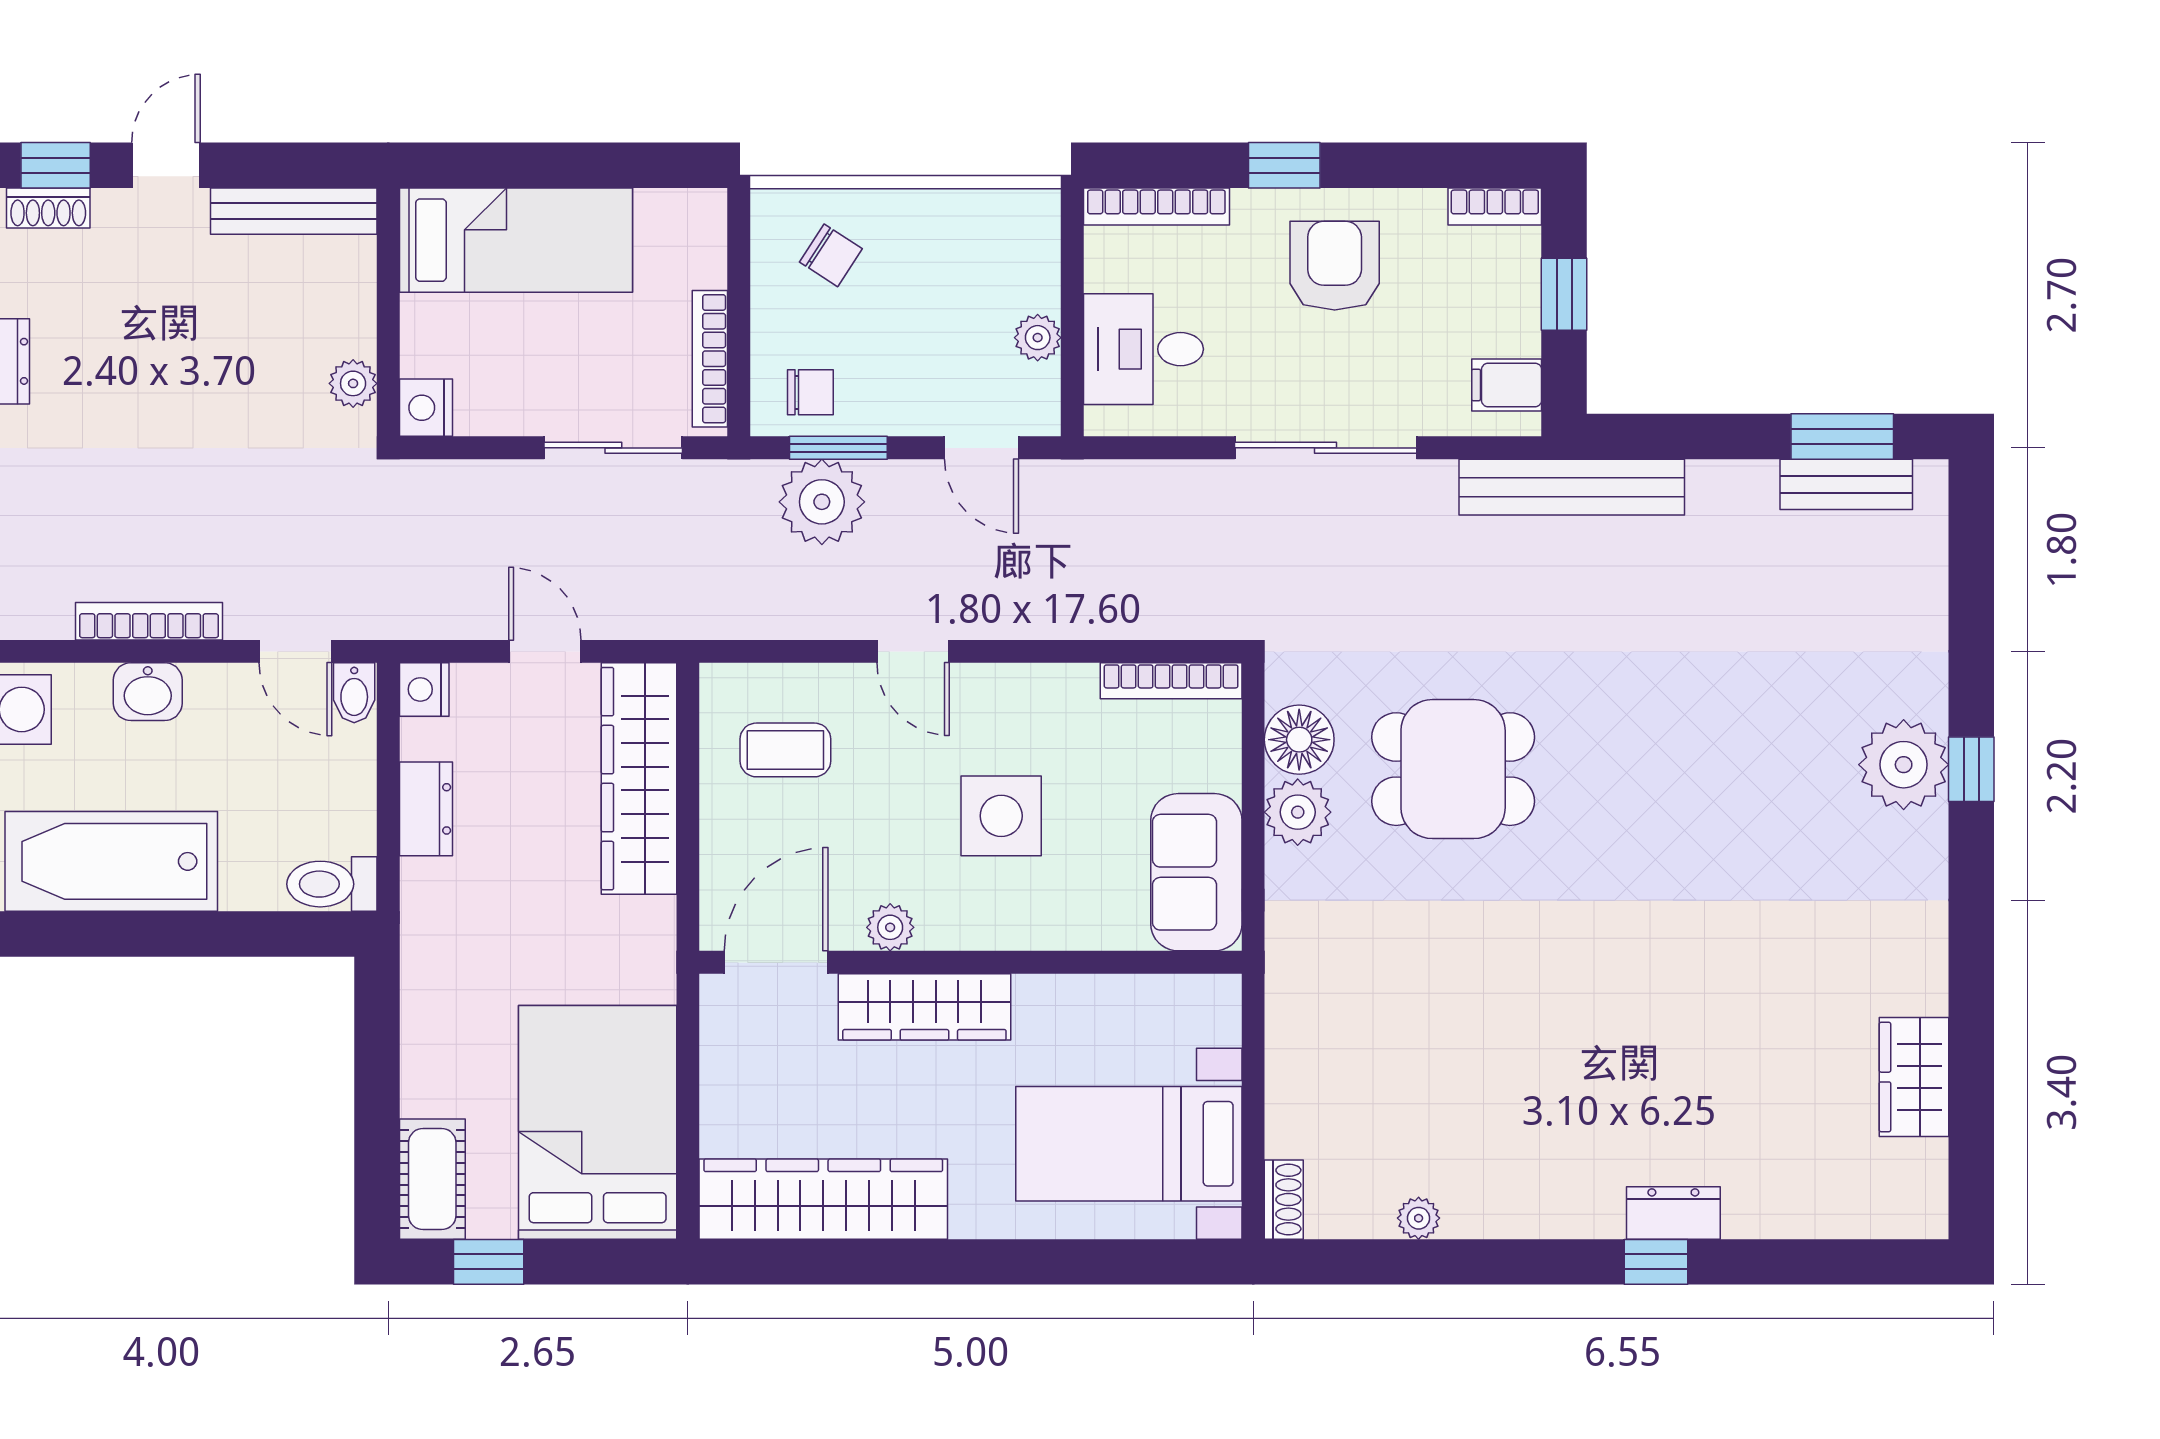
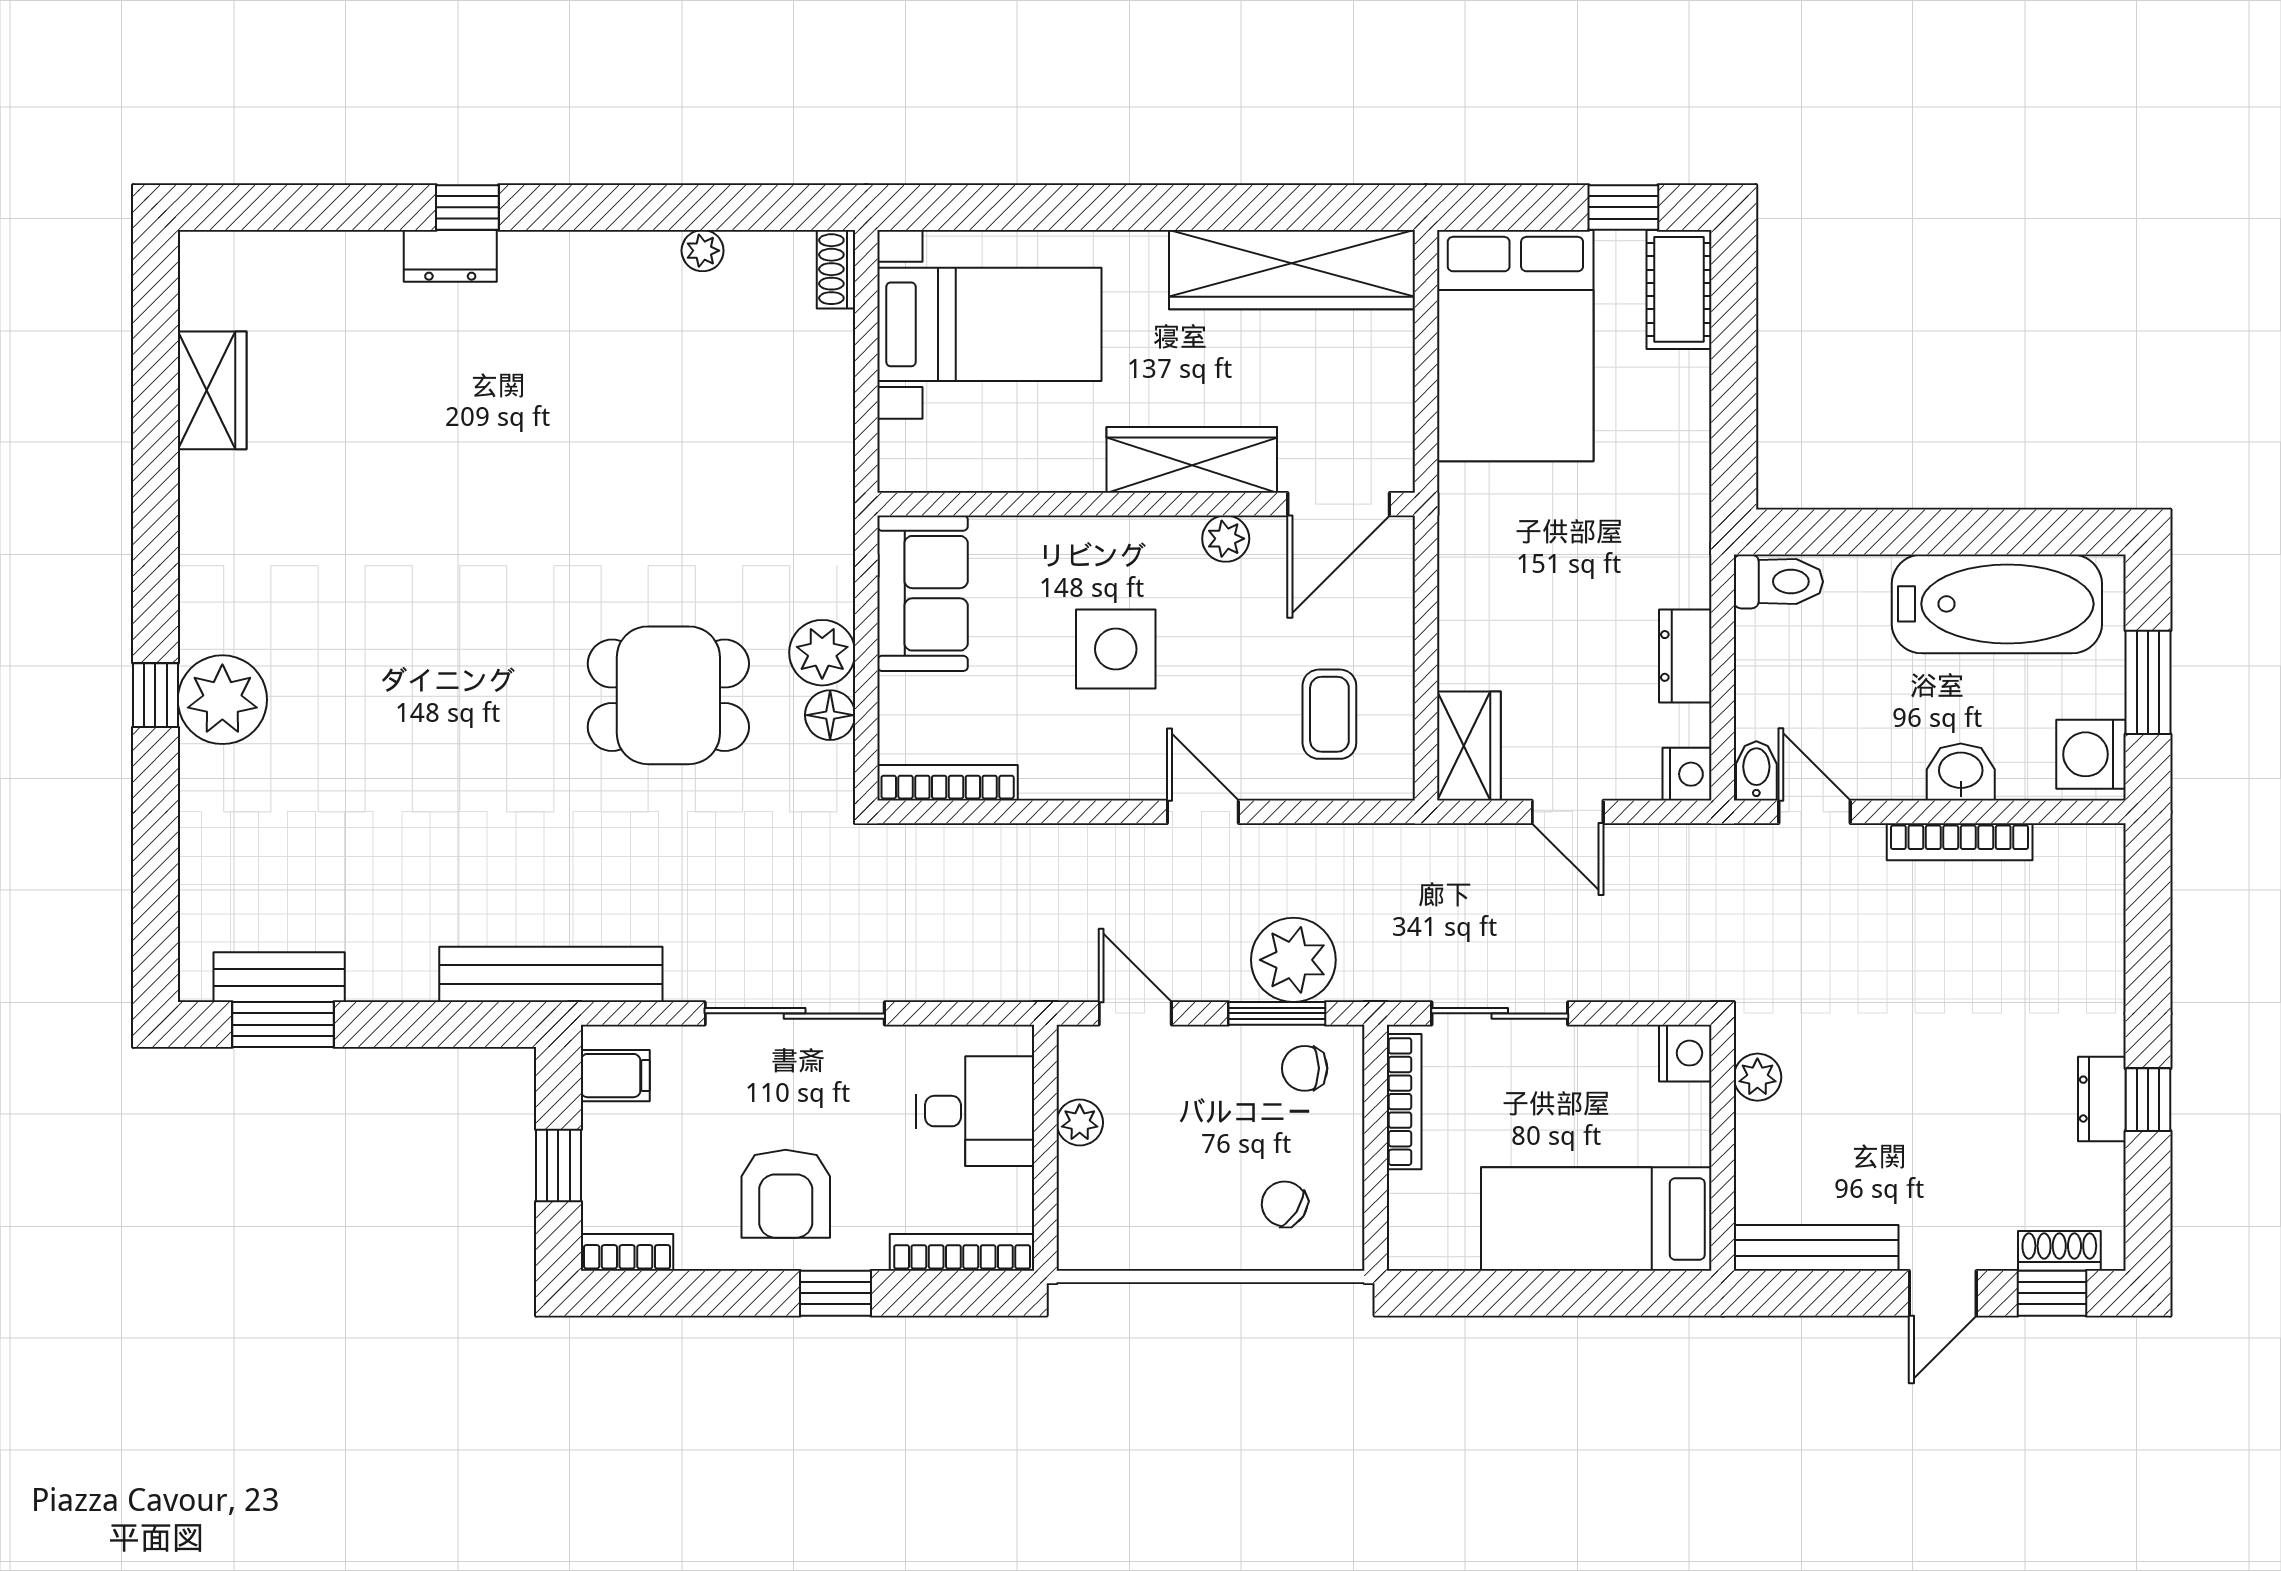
floor lamp: (1299, 740) -> (830, 715), width x0.73, depth x0.73
coffee table: (785, 750) -> (1329, 714), turned 90
wardrobe: (639, 779) -> (1469, 746), width x0.48, depth x0.85

